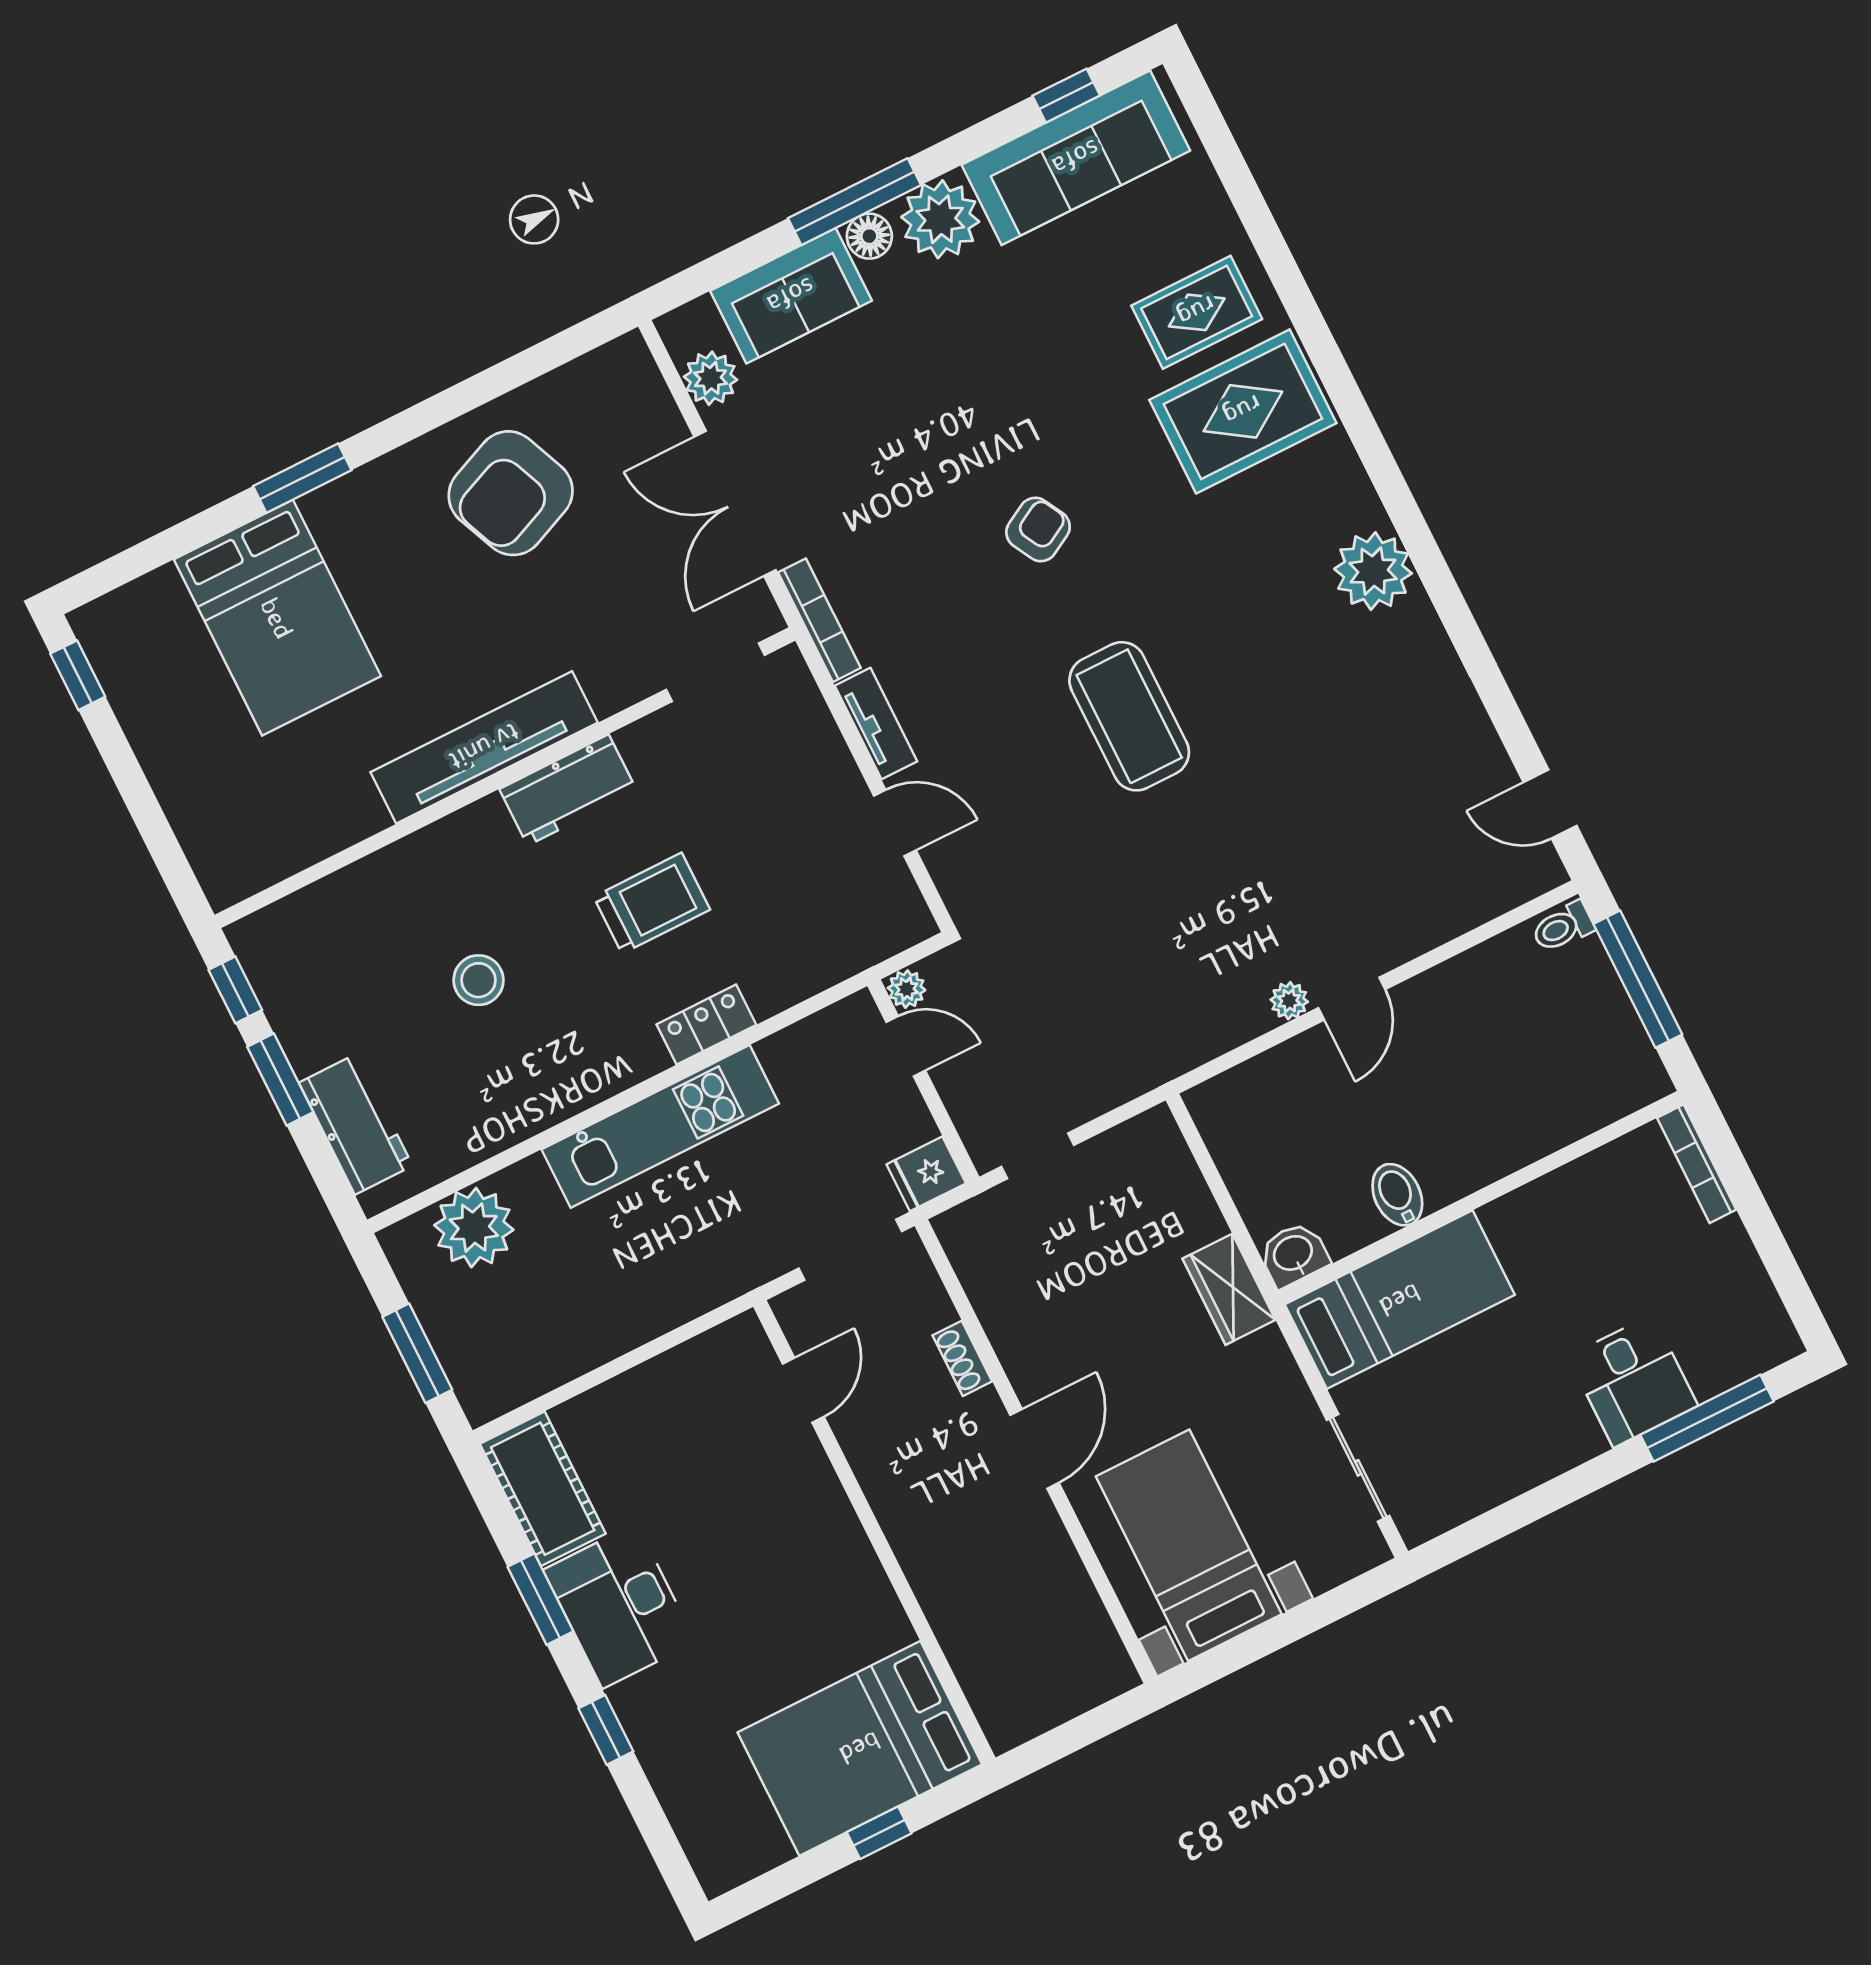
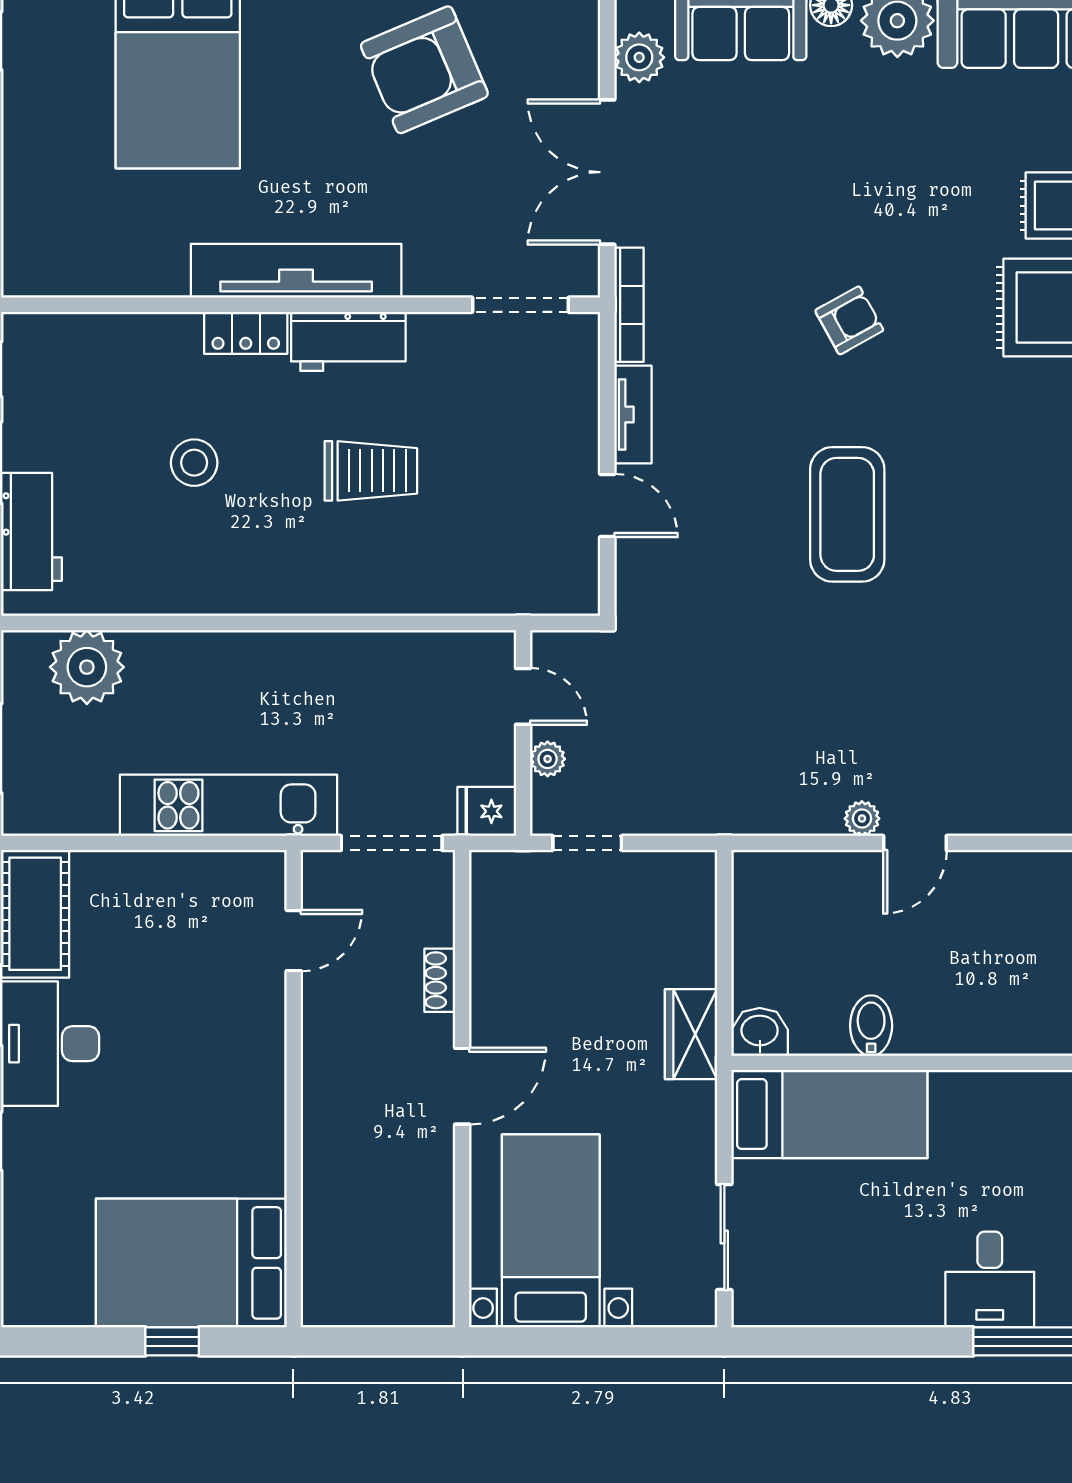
plant: (907, 989) -> (548, 759), moved
locker: (706, 1025) -> (246, 333), moved, turned 180
kitchen unit: (660, 1126) -> (228, 805), moved, turned 180

